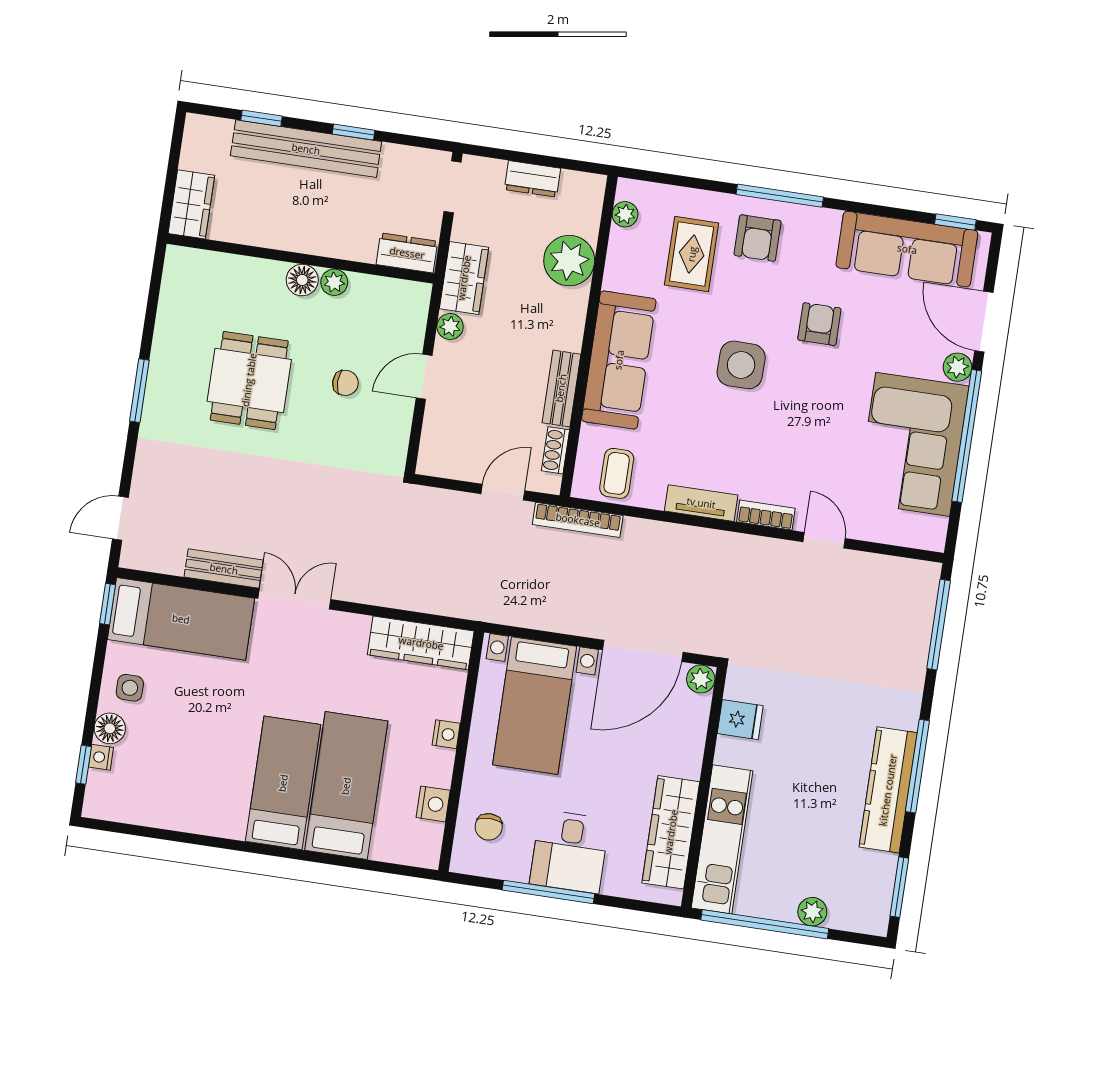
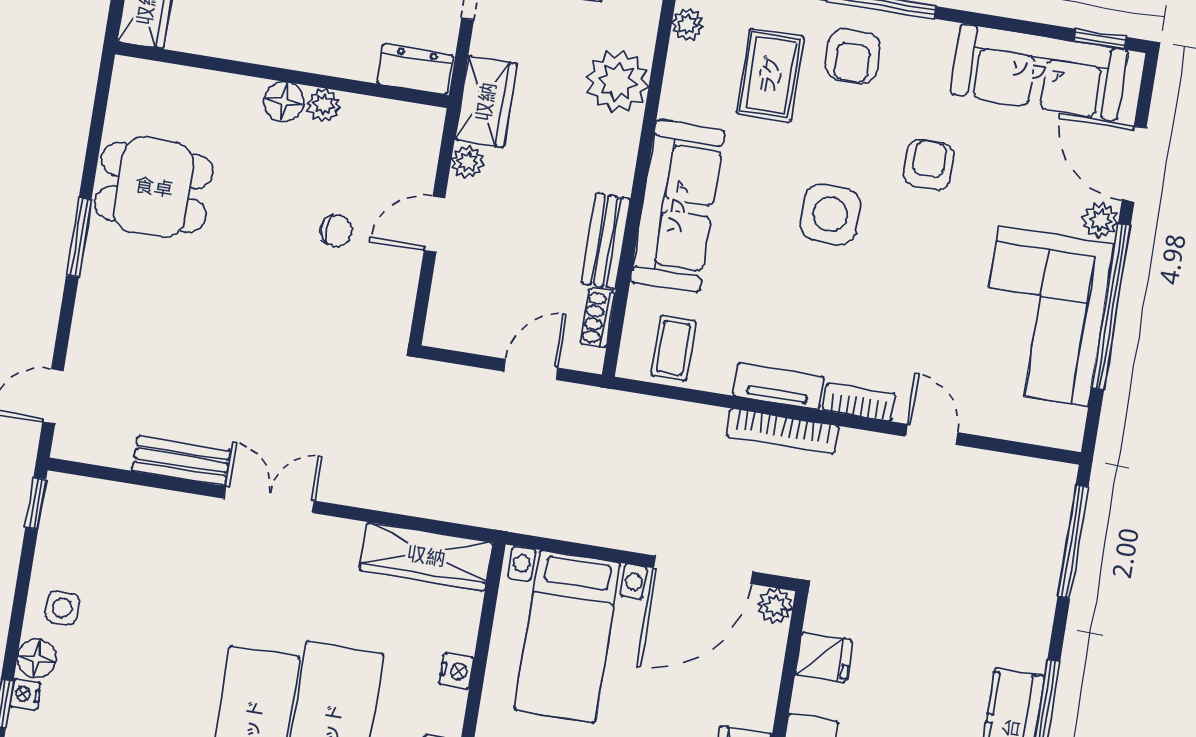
dining table: (249, 380) -> (154, 187), moved, turned 90
bookcase: (578, 520) -> (782, 431), moved
bed: (181, 619) -> (127, 523), removed

